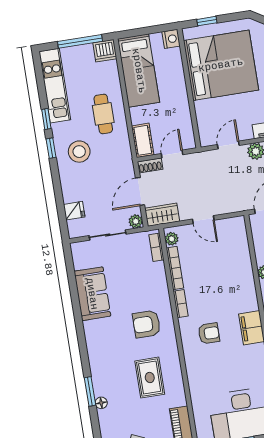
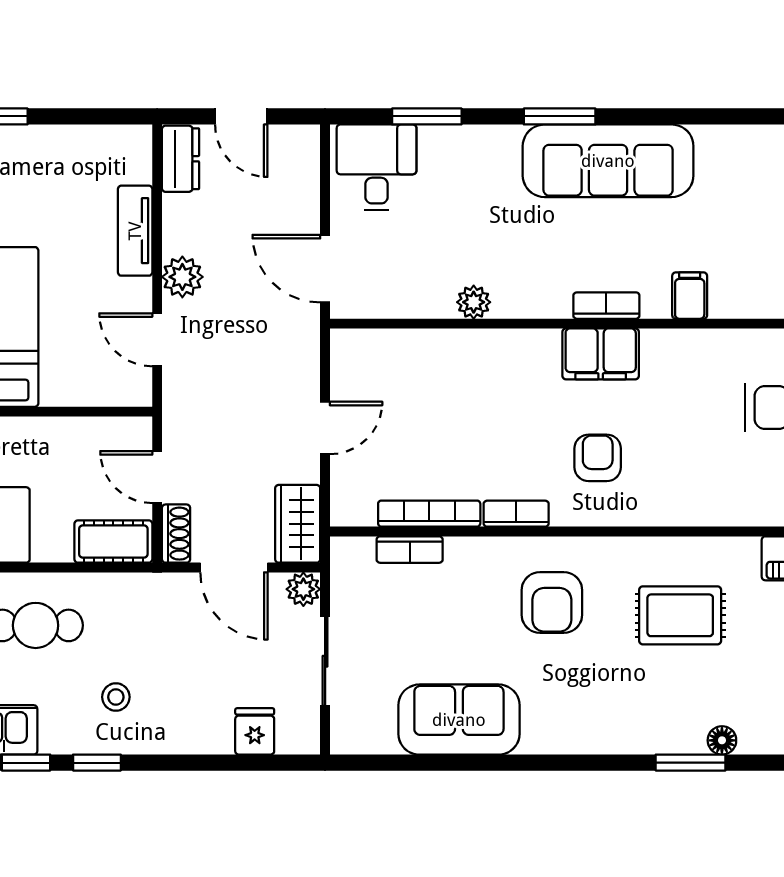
stool: (79, 152) -> (116, 697), width x0.53, depth x0.53
plant: (172, 239) -> (359, 510), removed
bookcase: (156, 247) -> (410, 550), moved

